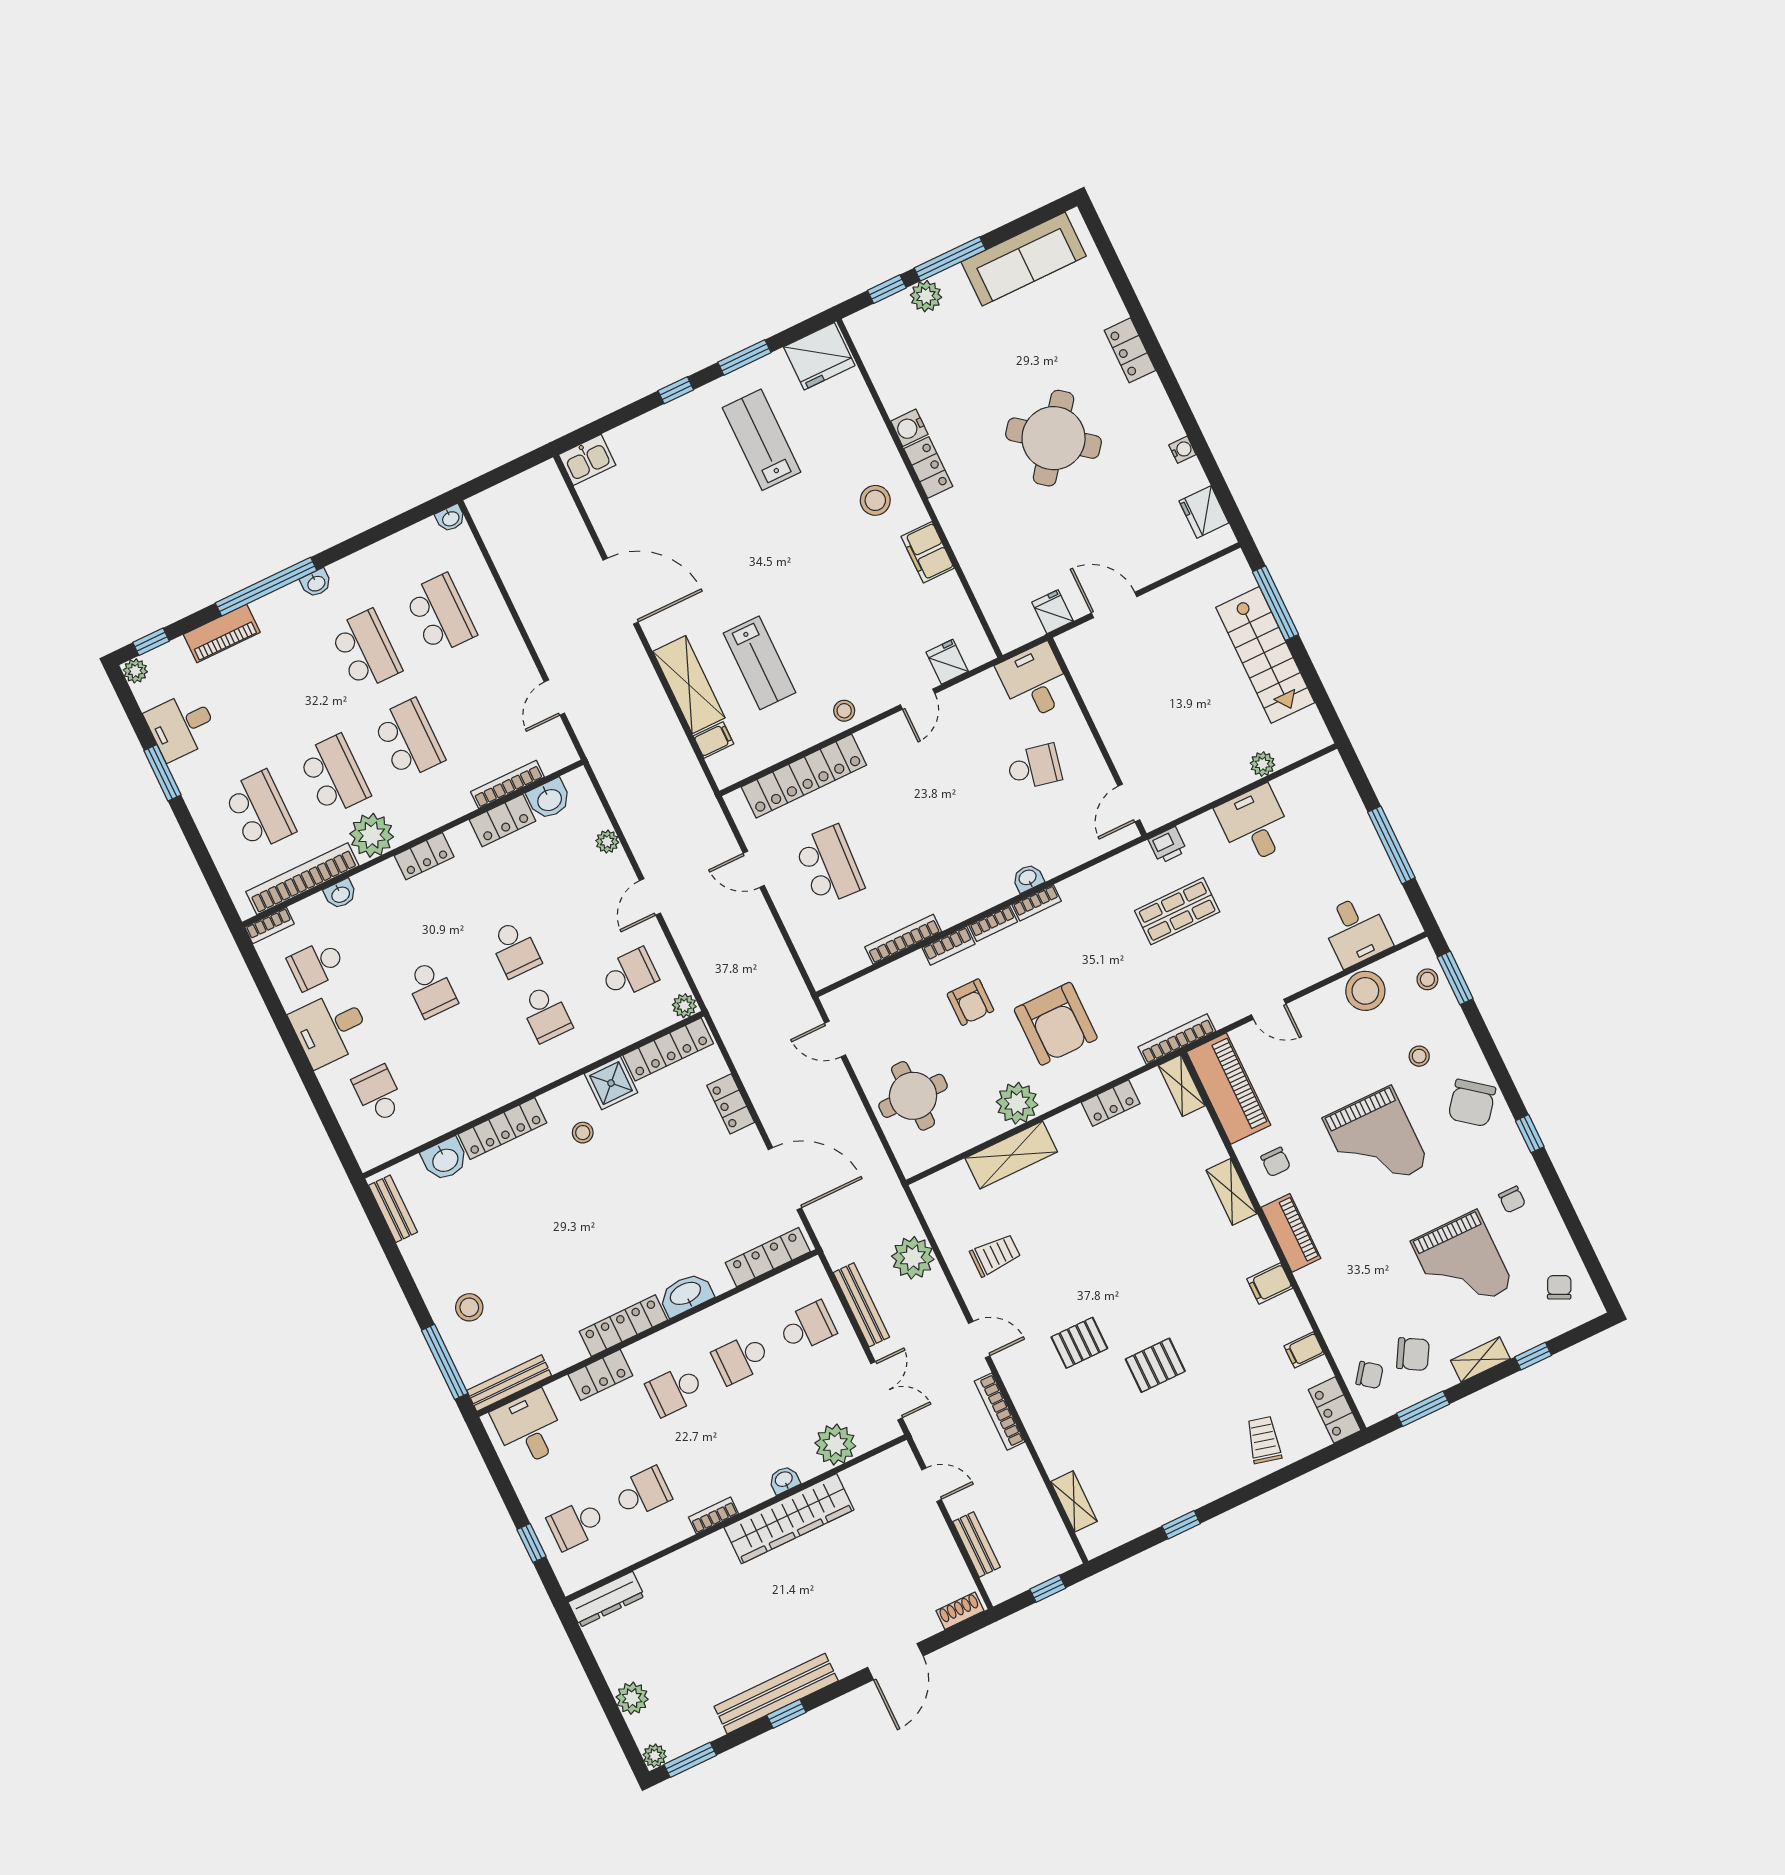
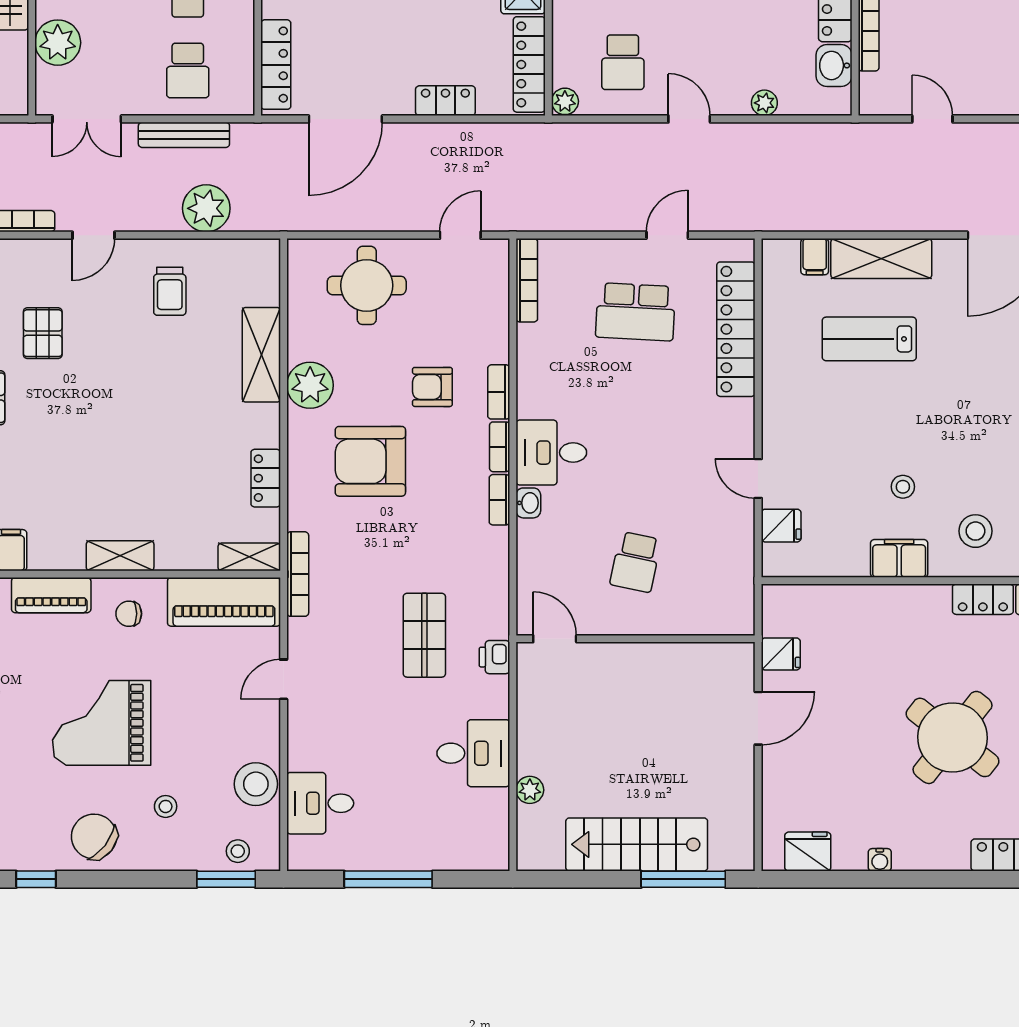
desk: (1035, 682) -> (551, 453), moved, turned 180
stool: (844, 711) -> (903, 487), moved
bookcase: (903, 939) -> (527, 280), moved

